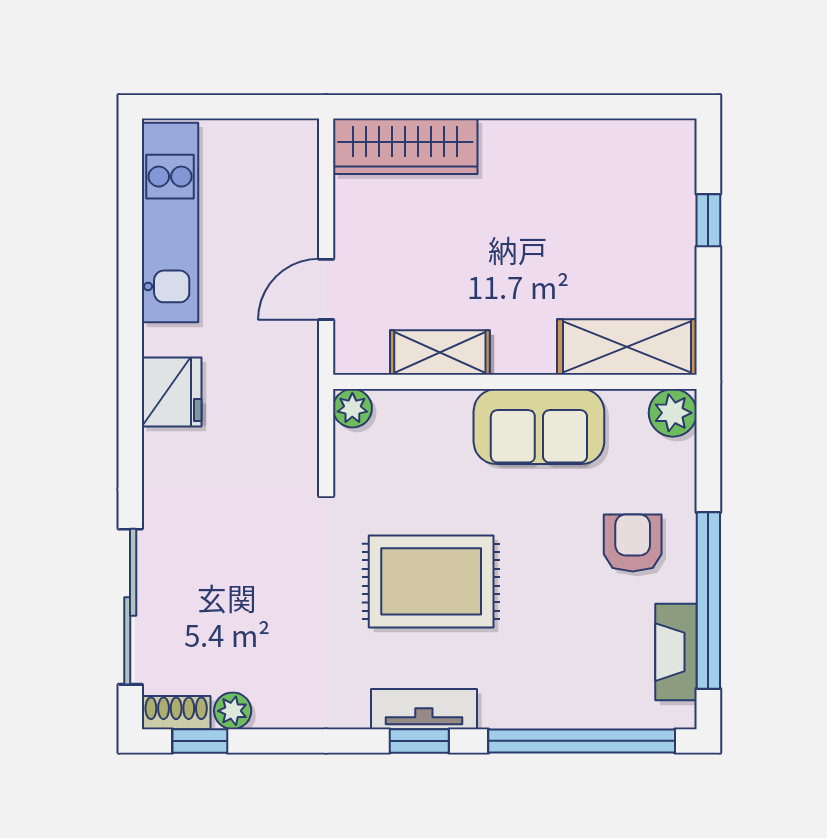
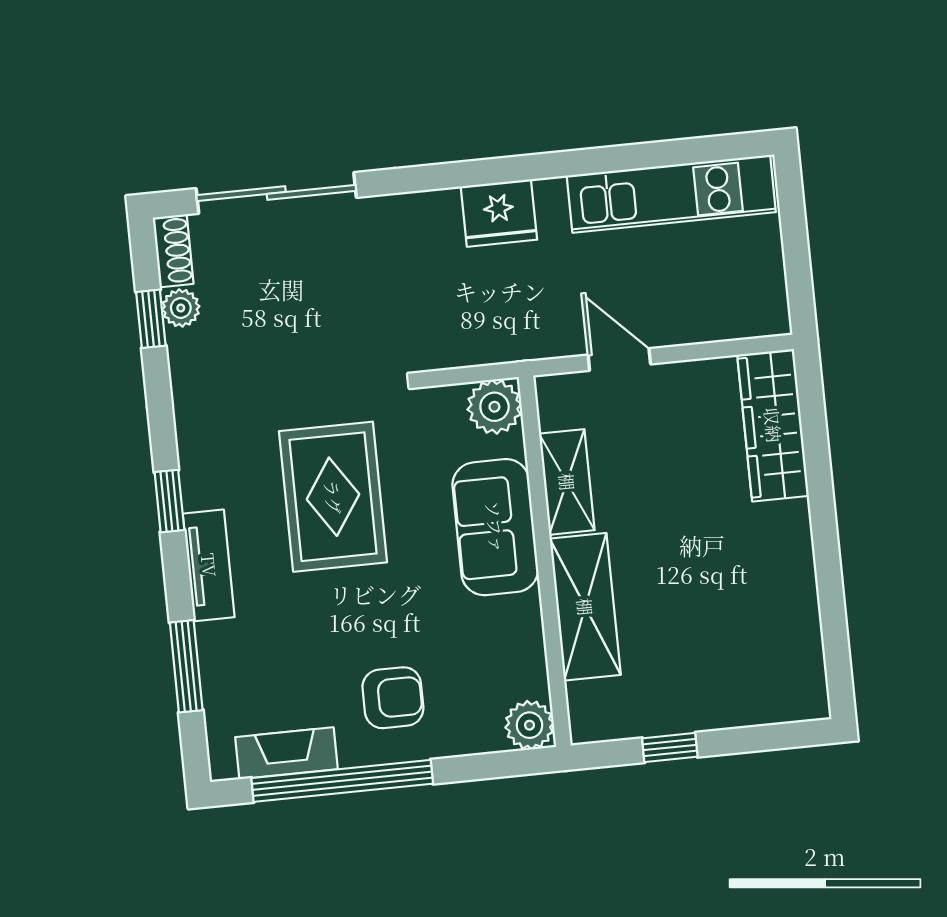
window: (708, 220) -> (670, 748), moved
shelving: (627, 347) -> (585, 607), moved
plant: (352, 408) -> (494, 407), width x1.38, depth x1.38
sofa: (539, 427) -> (495, 527), moved
tv unit: (424, 709) -> (209, 565), moved
window: (200, 741) -> (151, 319), moved
window: (582, 741) -> (186, 666), width x0.47

